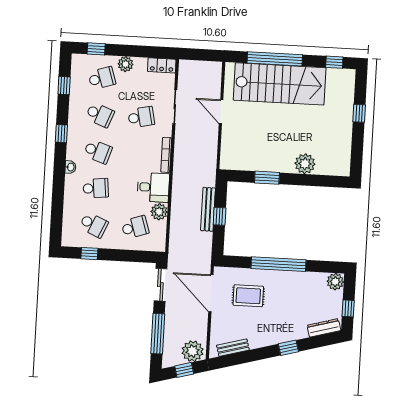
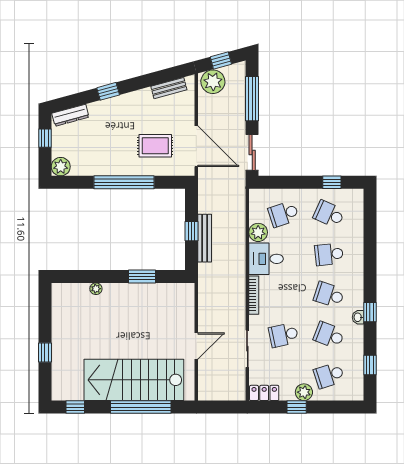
window: (96, 49) -> (297, 407), moved
door: (221, 112) -> (196, 346), hinge flipped
plant: (305, 164) -> (96, 289), width x0.53, depth x0.53
washbasin: (70, 167) -> (358, 317), moved

